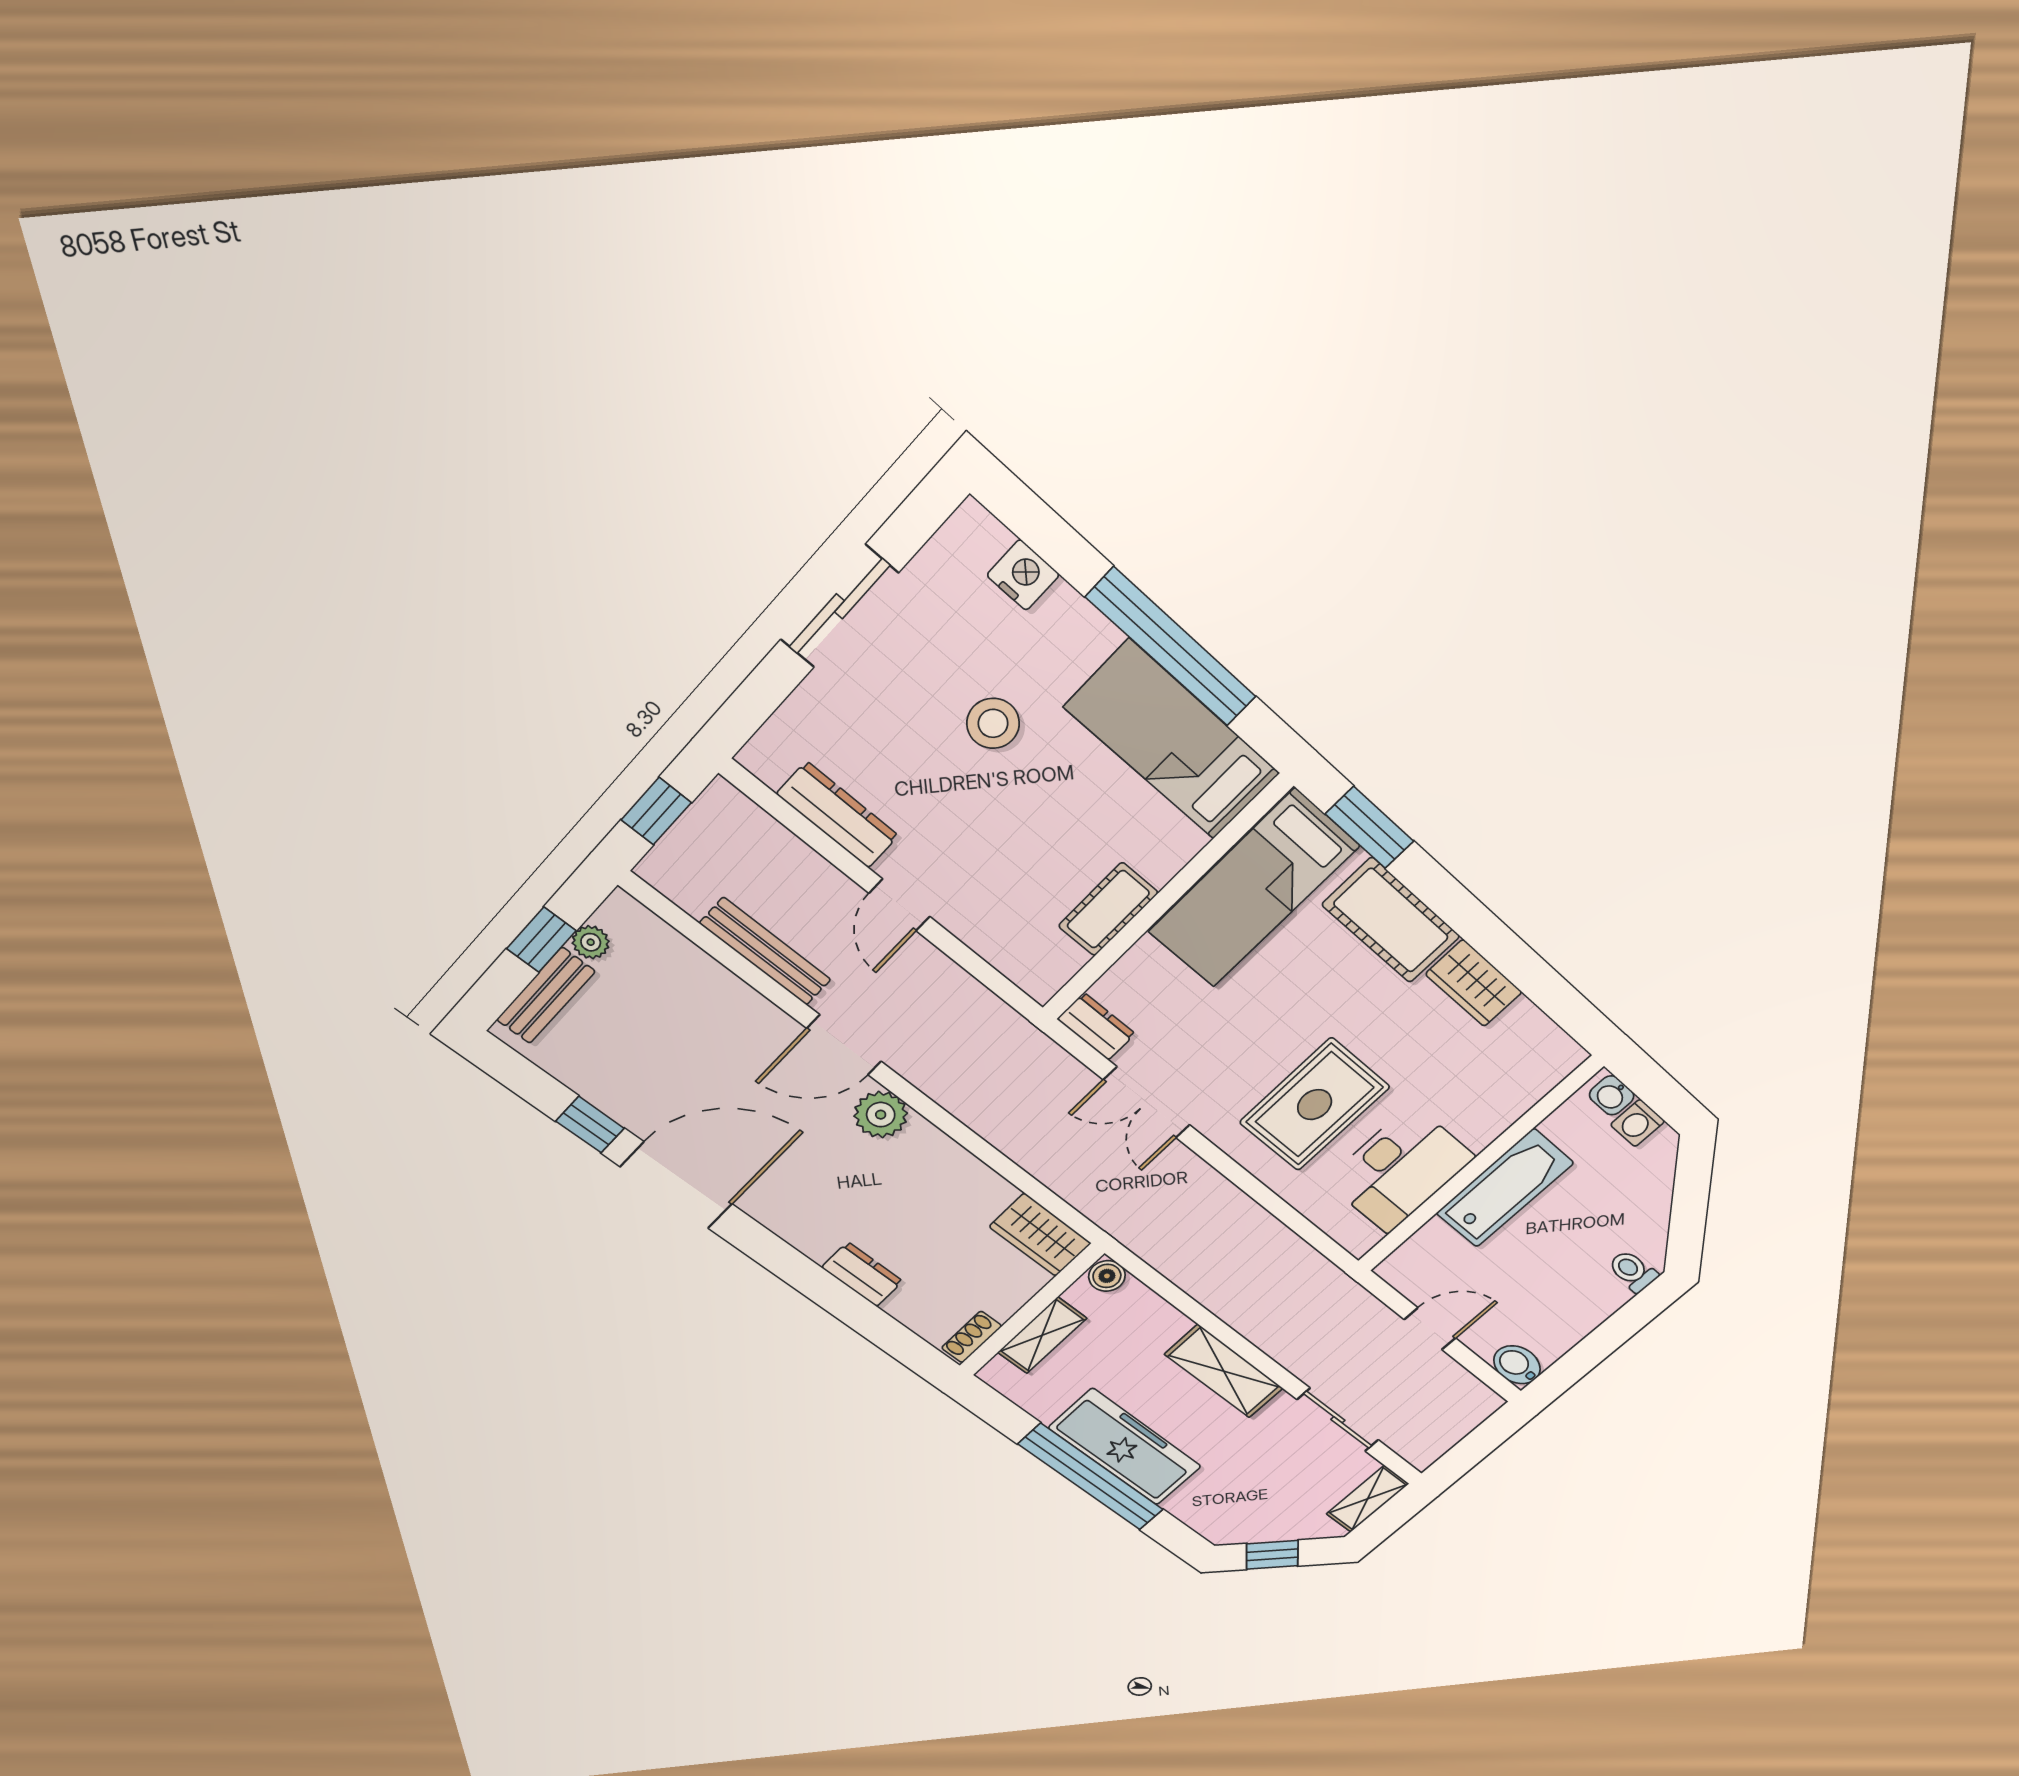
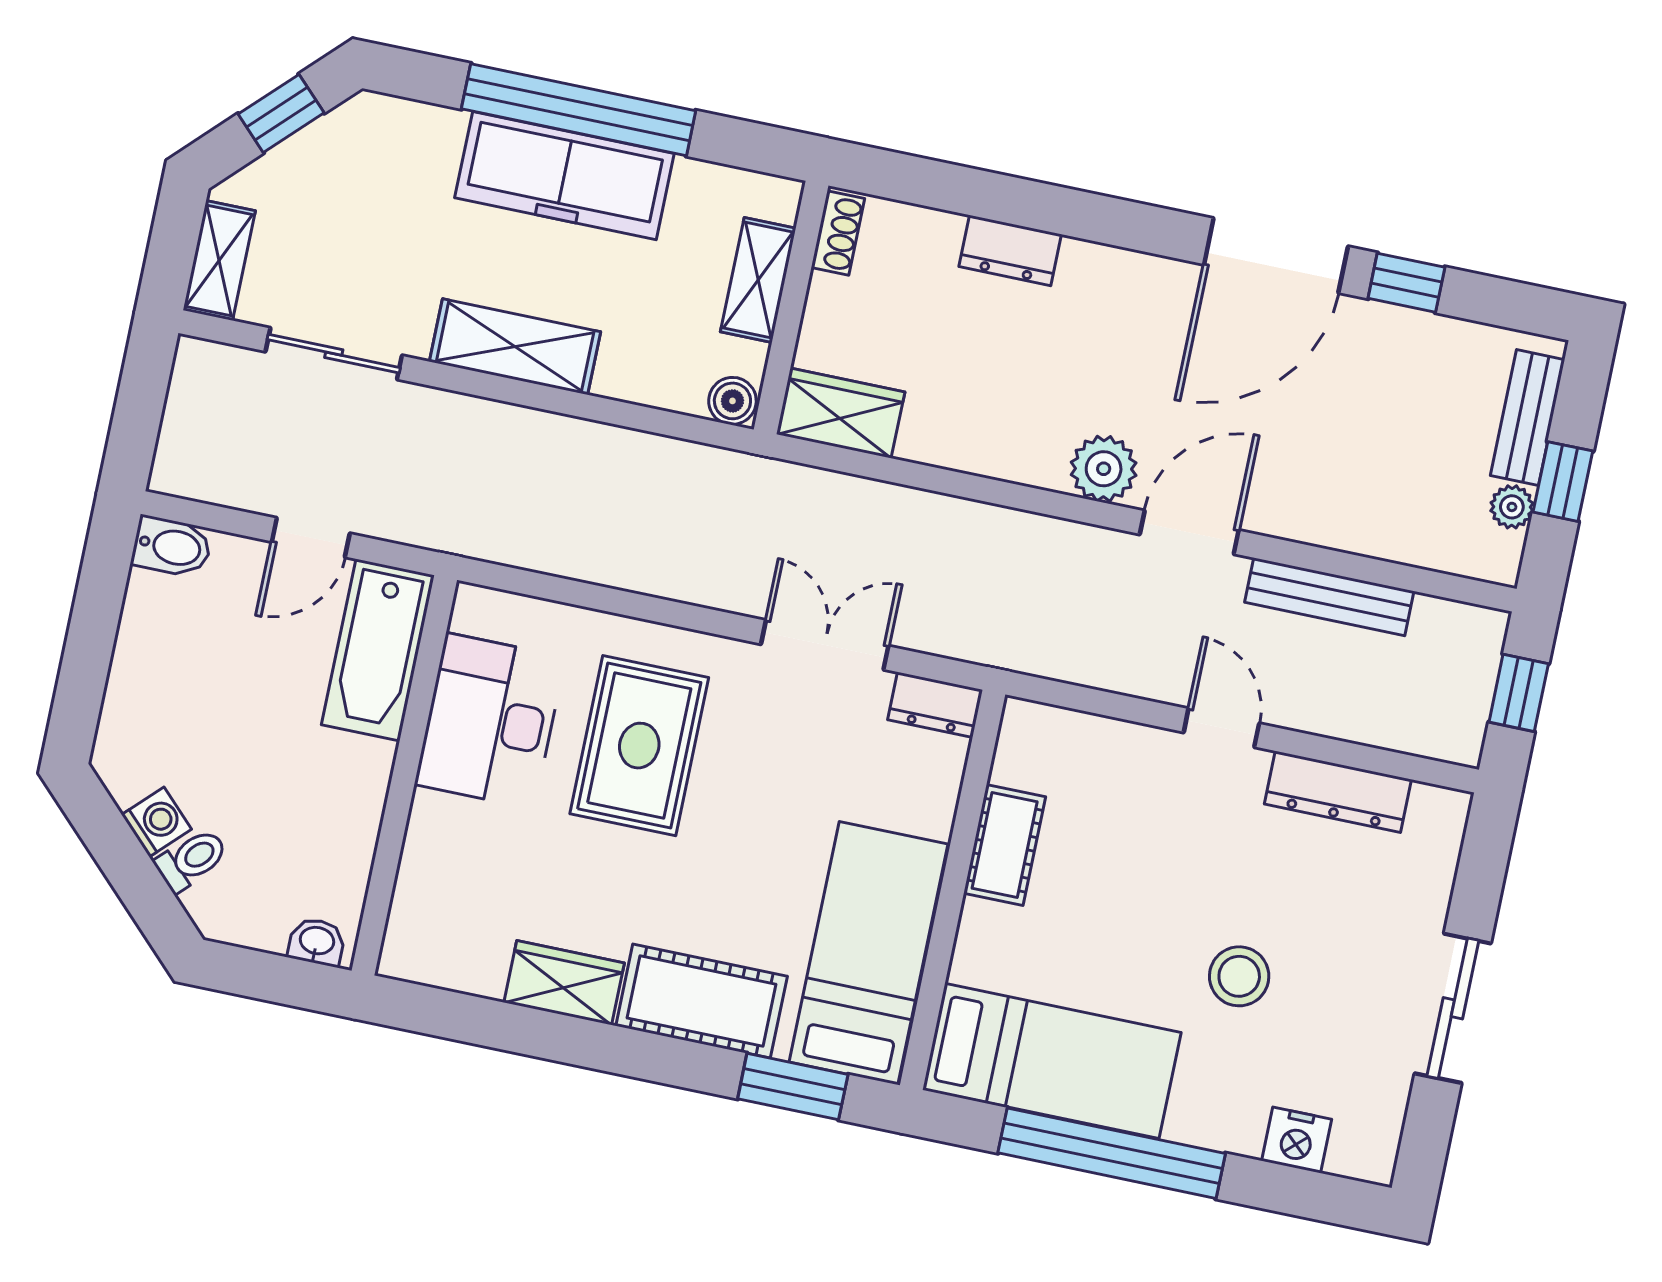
washing machine: (1638, 1123) -> (156, 822), moved, turned 45
bathtub: (1505, 1188) -> (378, 650), moved
toilet: (1633, 1271) -> (191, 860), moved, turned -45

